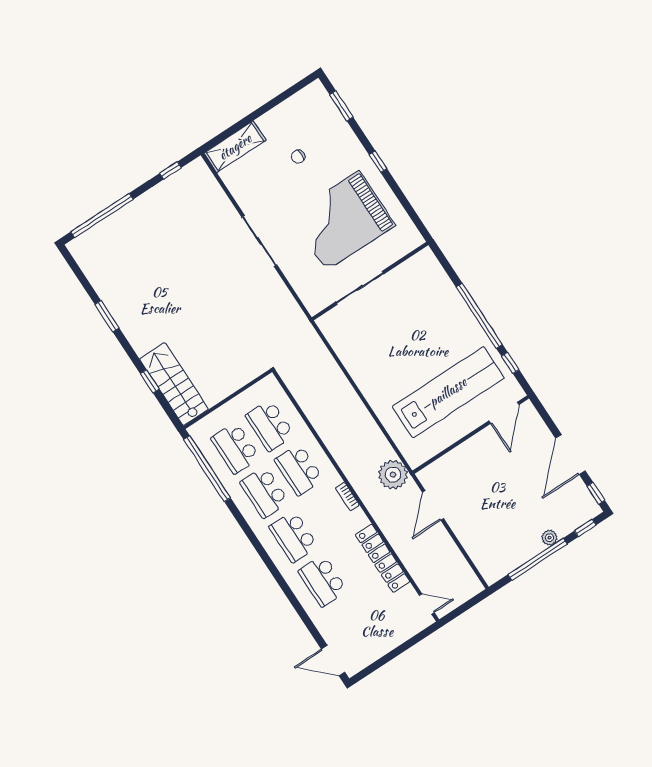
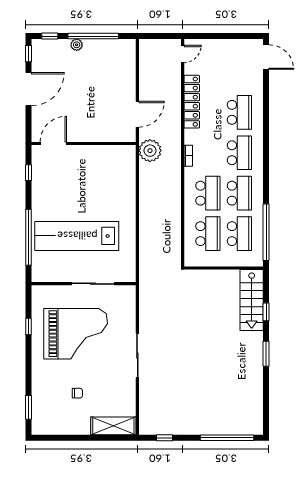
window: (378, 162) -> (28, 327), moved
window: (107, 316) -> (266, 354), moved
window: (479, 316) -> (28, 237), moved
lab bench: (448, 392) -> (77, 236), moved
door: (427, 604) -> (183, 54), swing flipped

